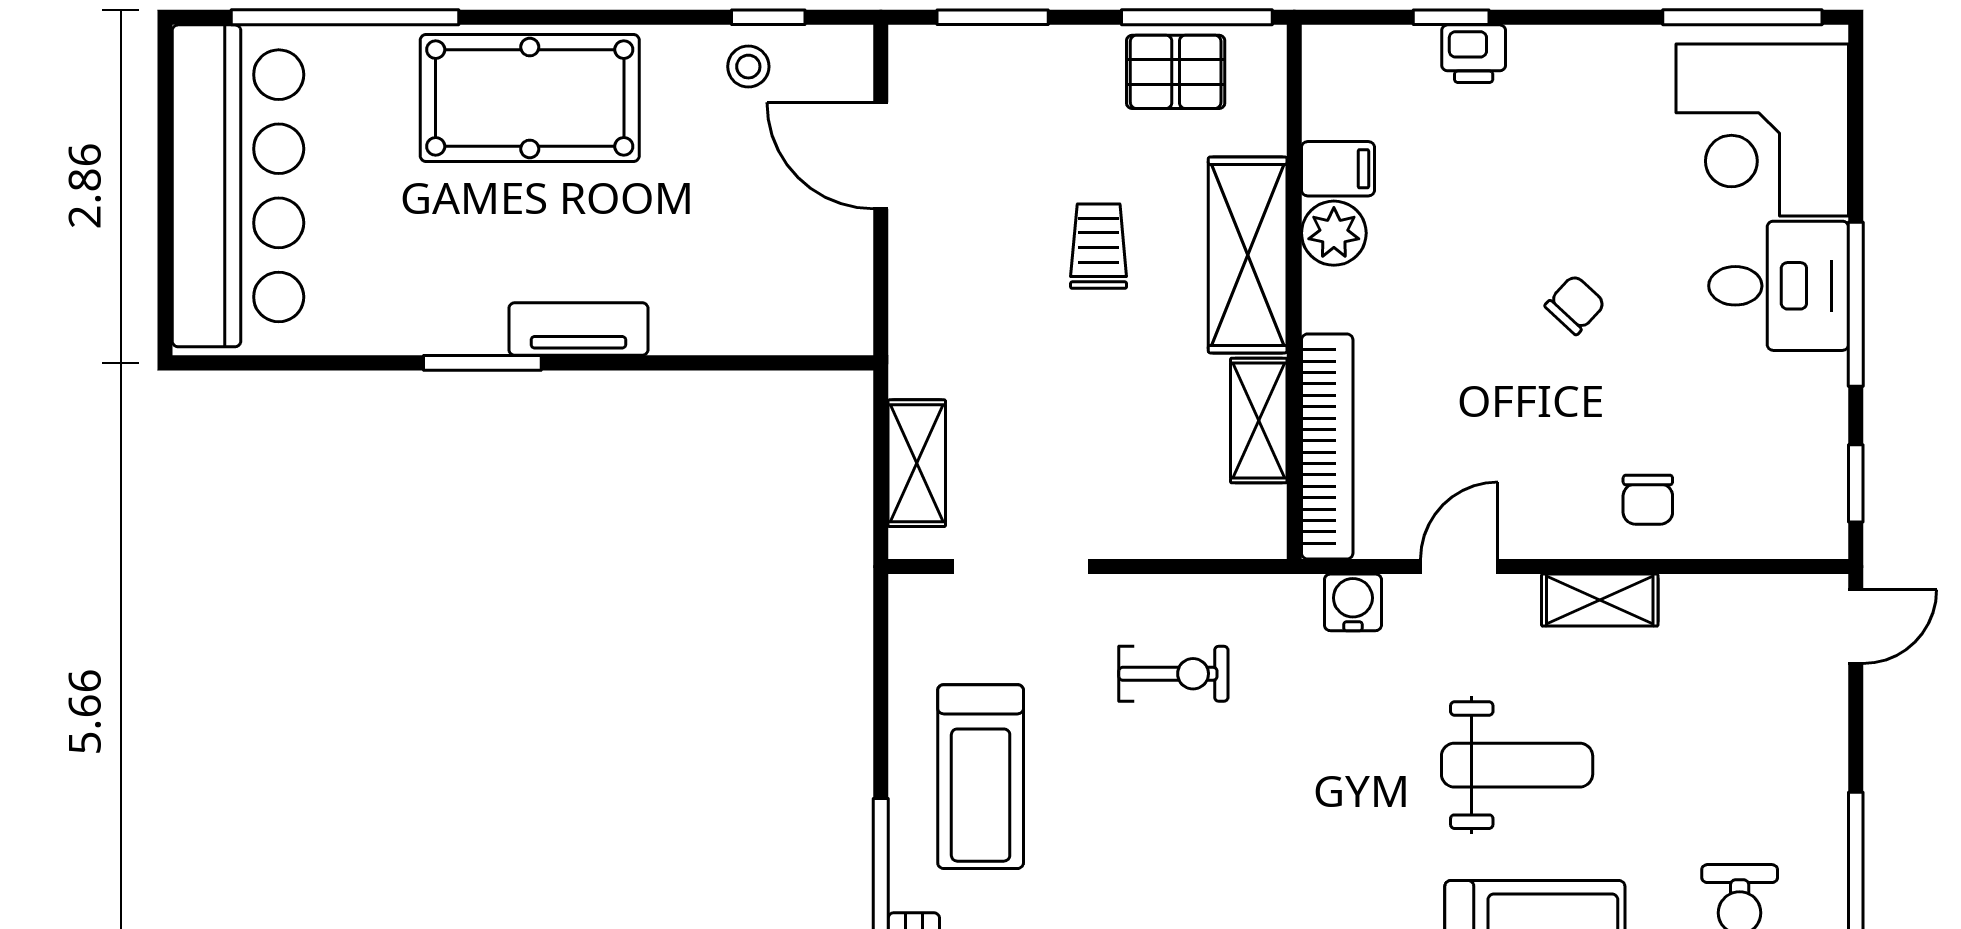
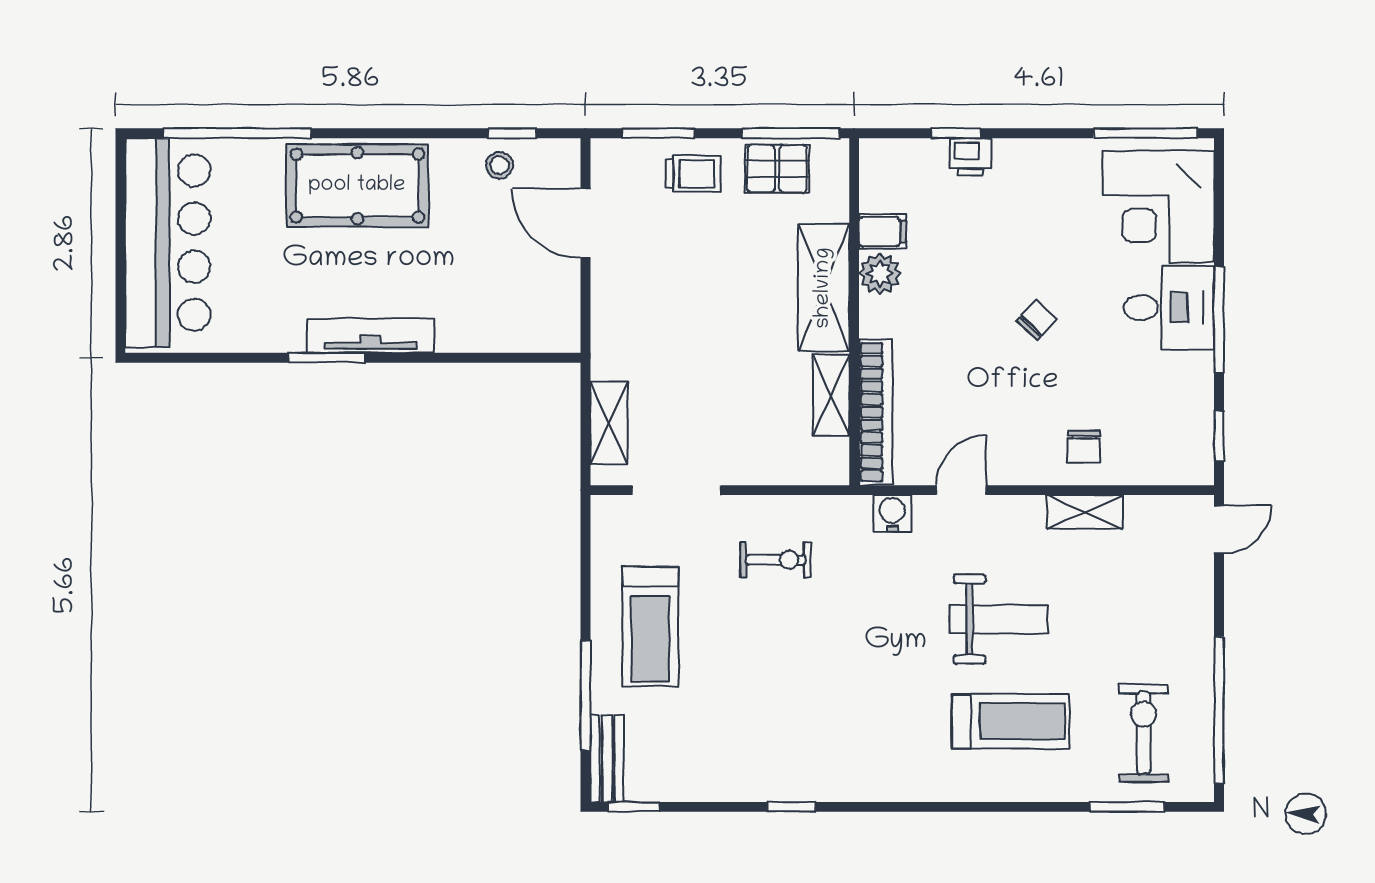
trolley: (1099, 246) -> (693, 174), moved, turned 90
tv unit: (578, 329) -> (371, 336), width x1.41
shelving: (1600, 600) -> (1085, 512), moved

